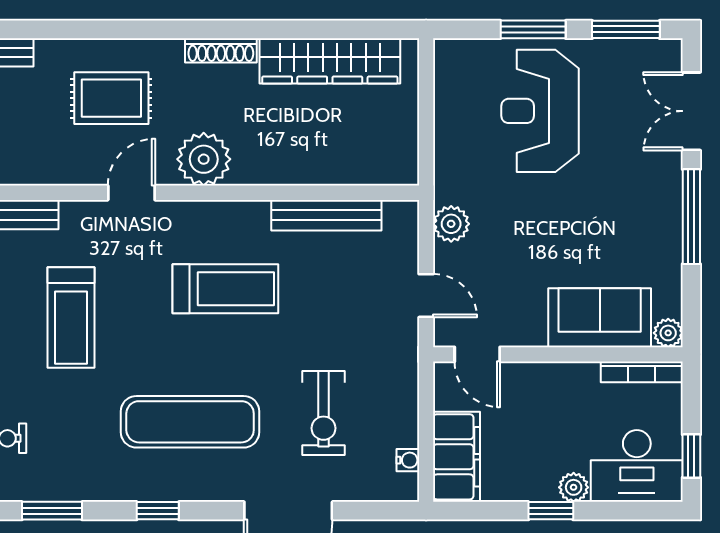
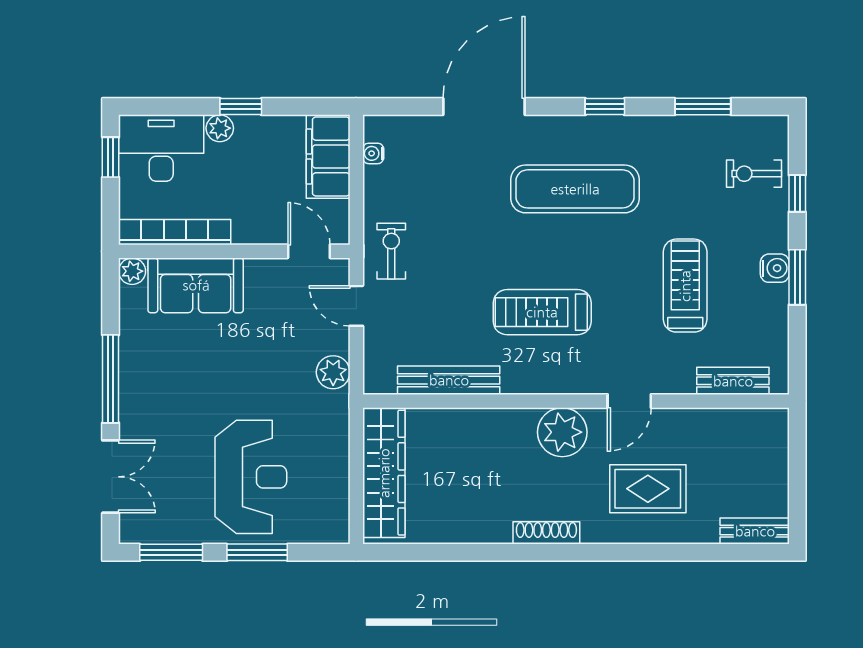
wardrobe: (330, 61) -> (384, 473), moved, turned 90
bookcase: (642, 372) -> (175, 232), width x1.48, depth x1.31
exercise bike: (323, 413) -> (391, 251), moved, width x0.73, depth x0.72

